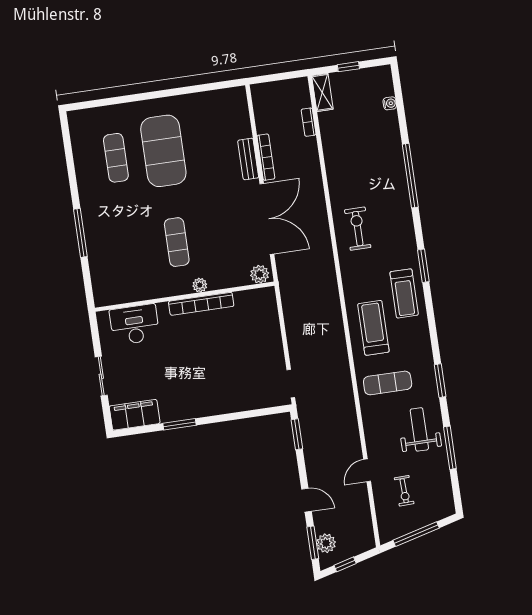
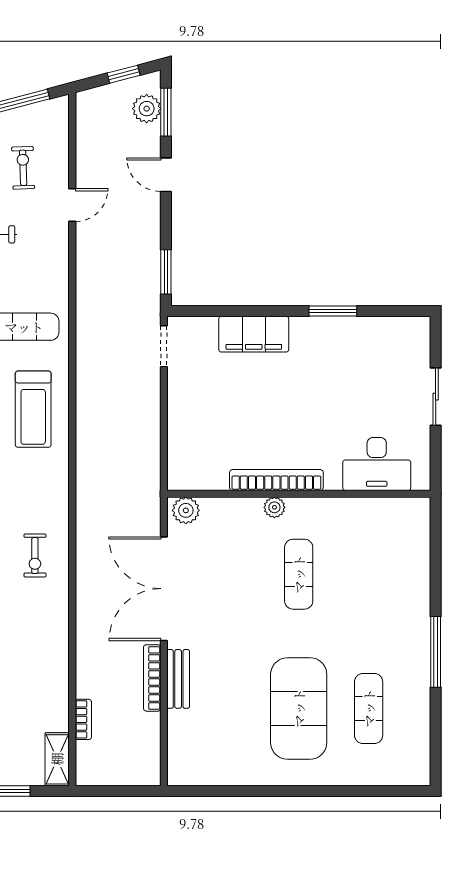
exercise bike: (358, 229) -> (35, 556), width x0.73, depth x0.72
window: (80, 233) -> (436, 652), moved
filing cabinet: (135, 415) -> (254, 334), moved

